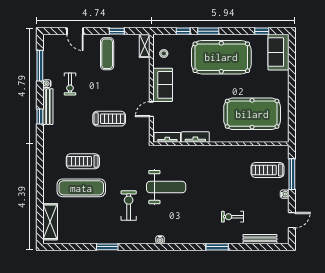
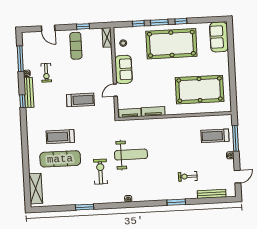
window: (262, 31) -> (181, 21), moved

